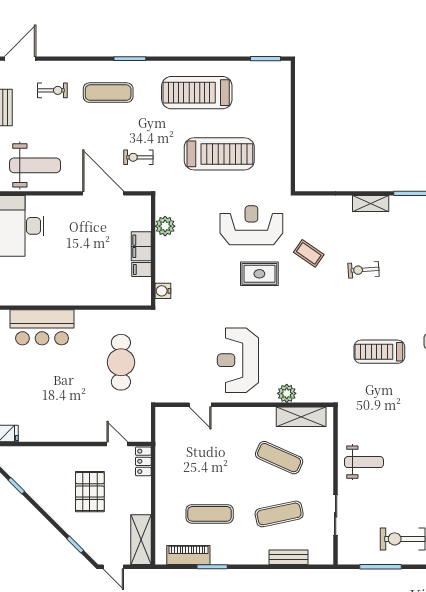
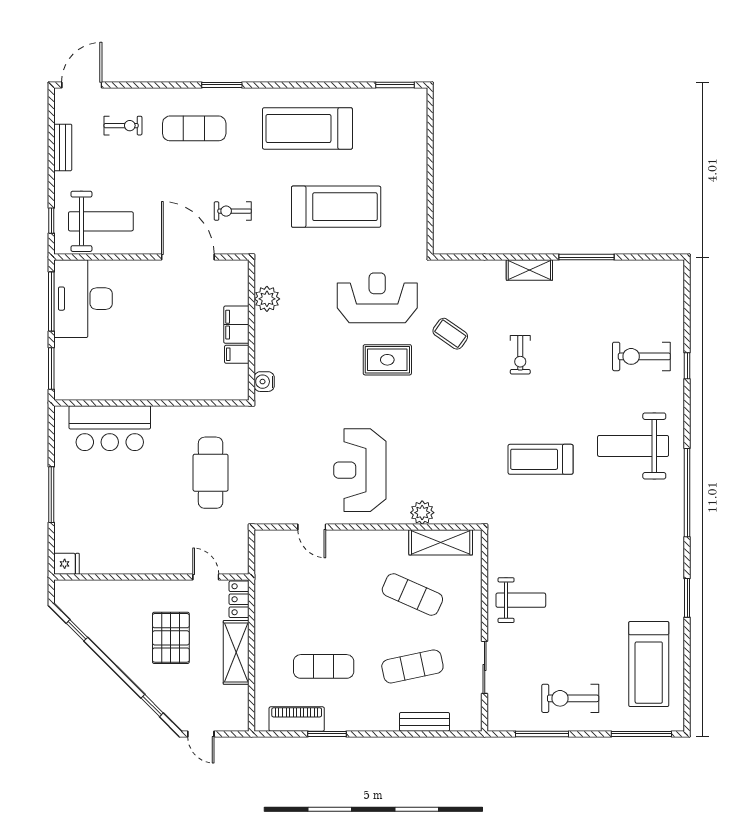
exercise bike: (363, 270) -> (520, 355), turned -86
shelving: (141, 540) -> (236, 652), moved

